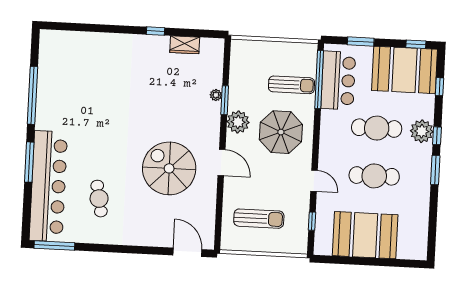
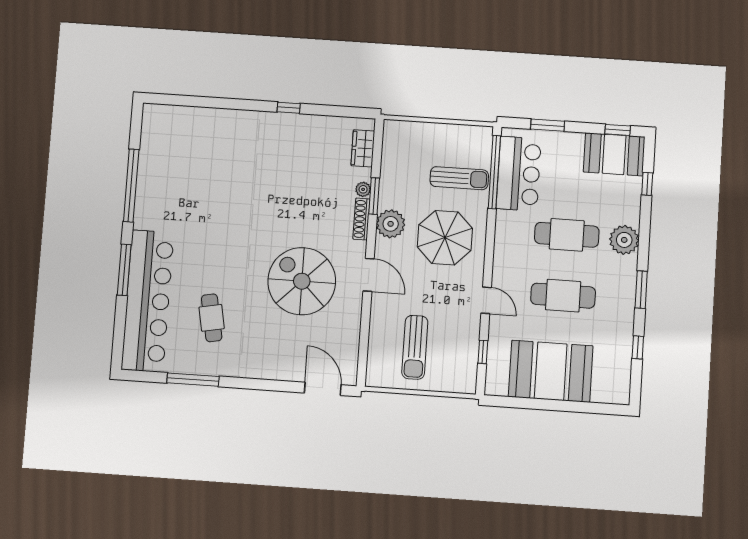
wardrobe: (185, 45) -> (363, 148), moved, turned 90
booth: (405, 70) -> (614, 154), width x0.73, depth x0.70
shoe rack: (215, 119) -> (361, 219), added
window: (437, 136) -> (638, 347), moved
sun lounger: (259, 219) -> (415, 347), turned 90
window: (54, 246) -> (193, 380), moved

